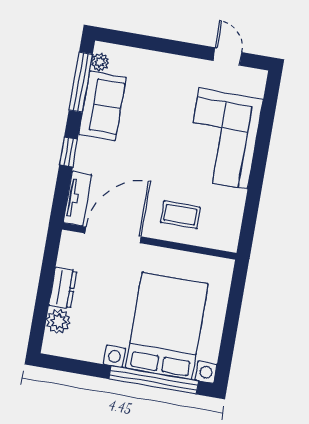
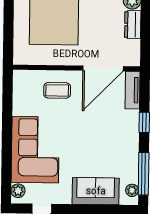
plant: (256, 86) -> (18, 191), added
sofa: (102, 106) -> (96, 191), moved, turned 90

